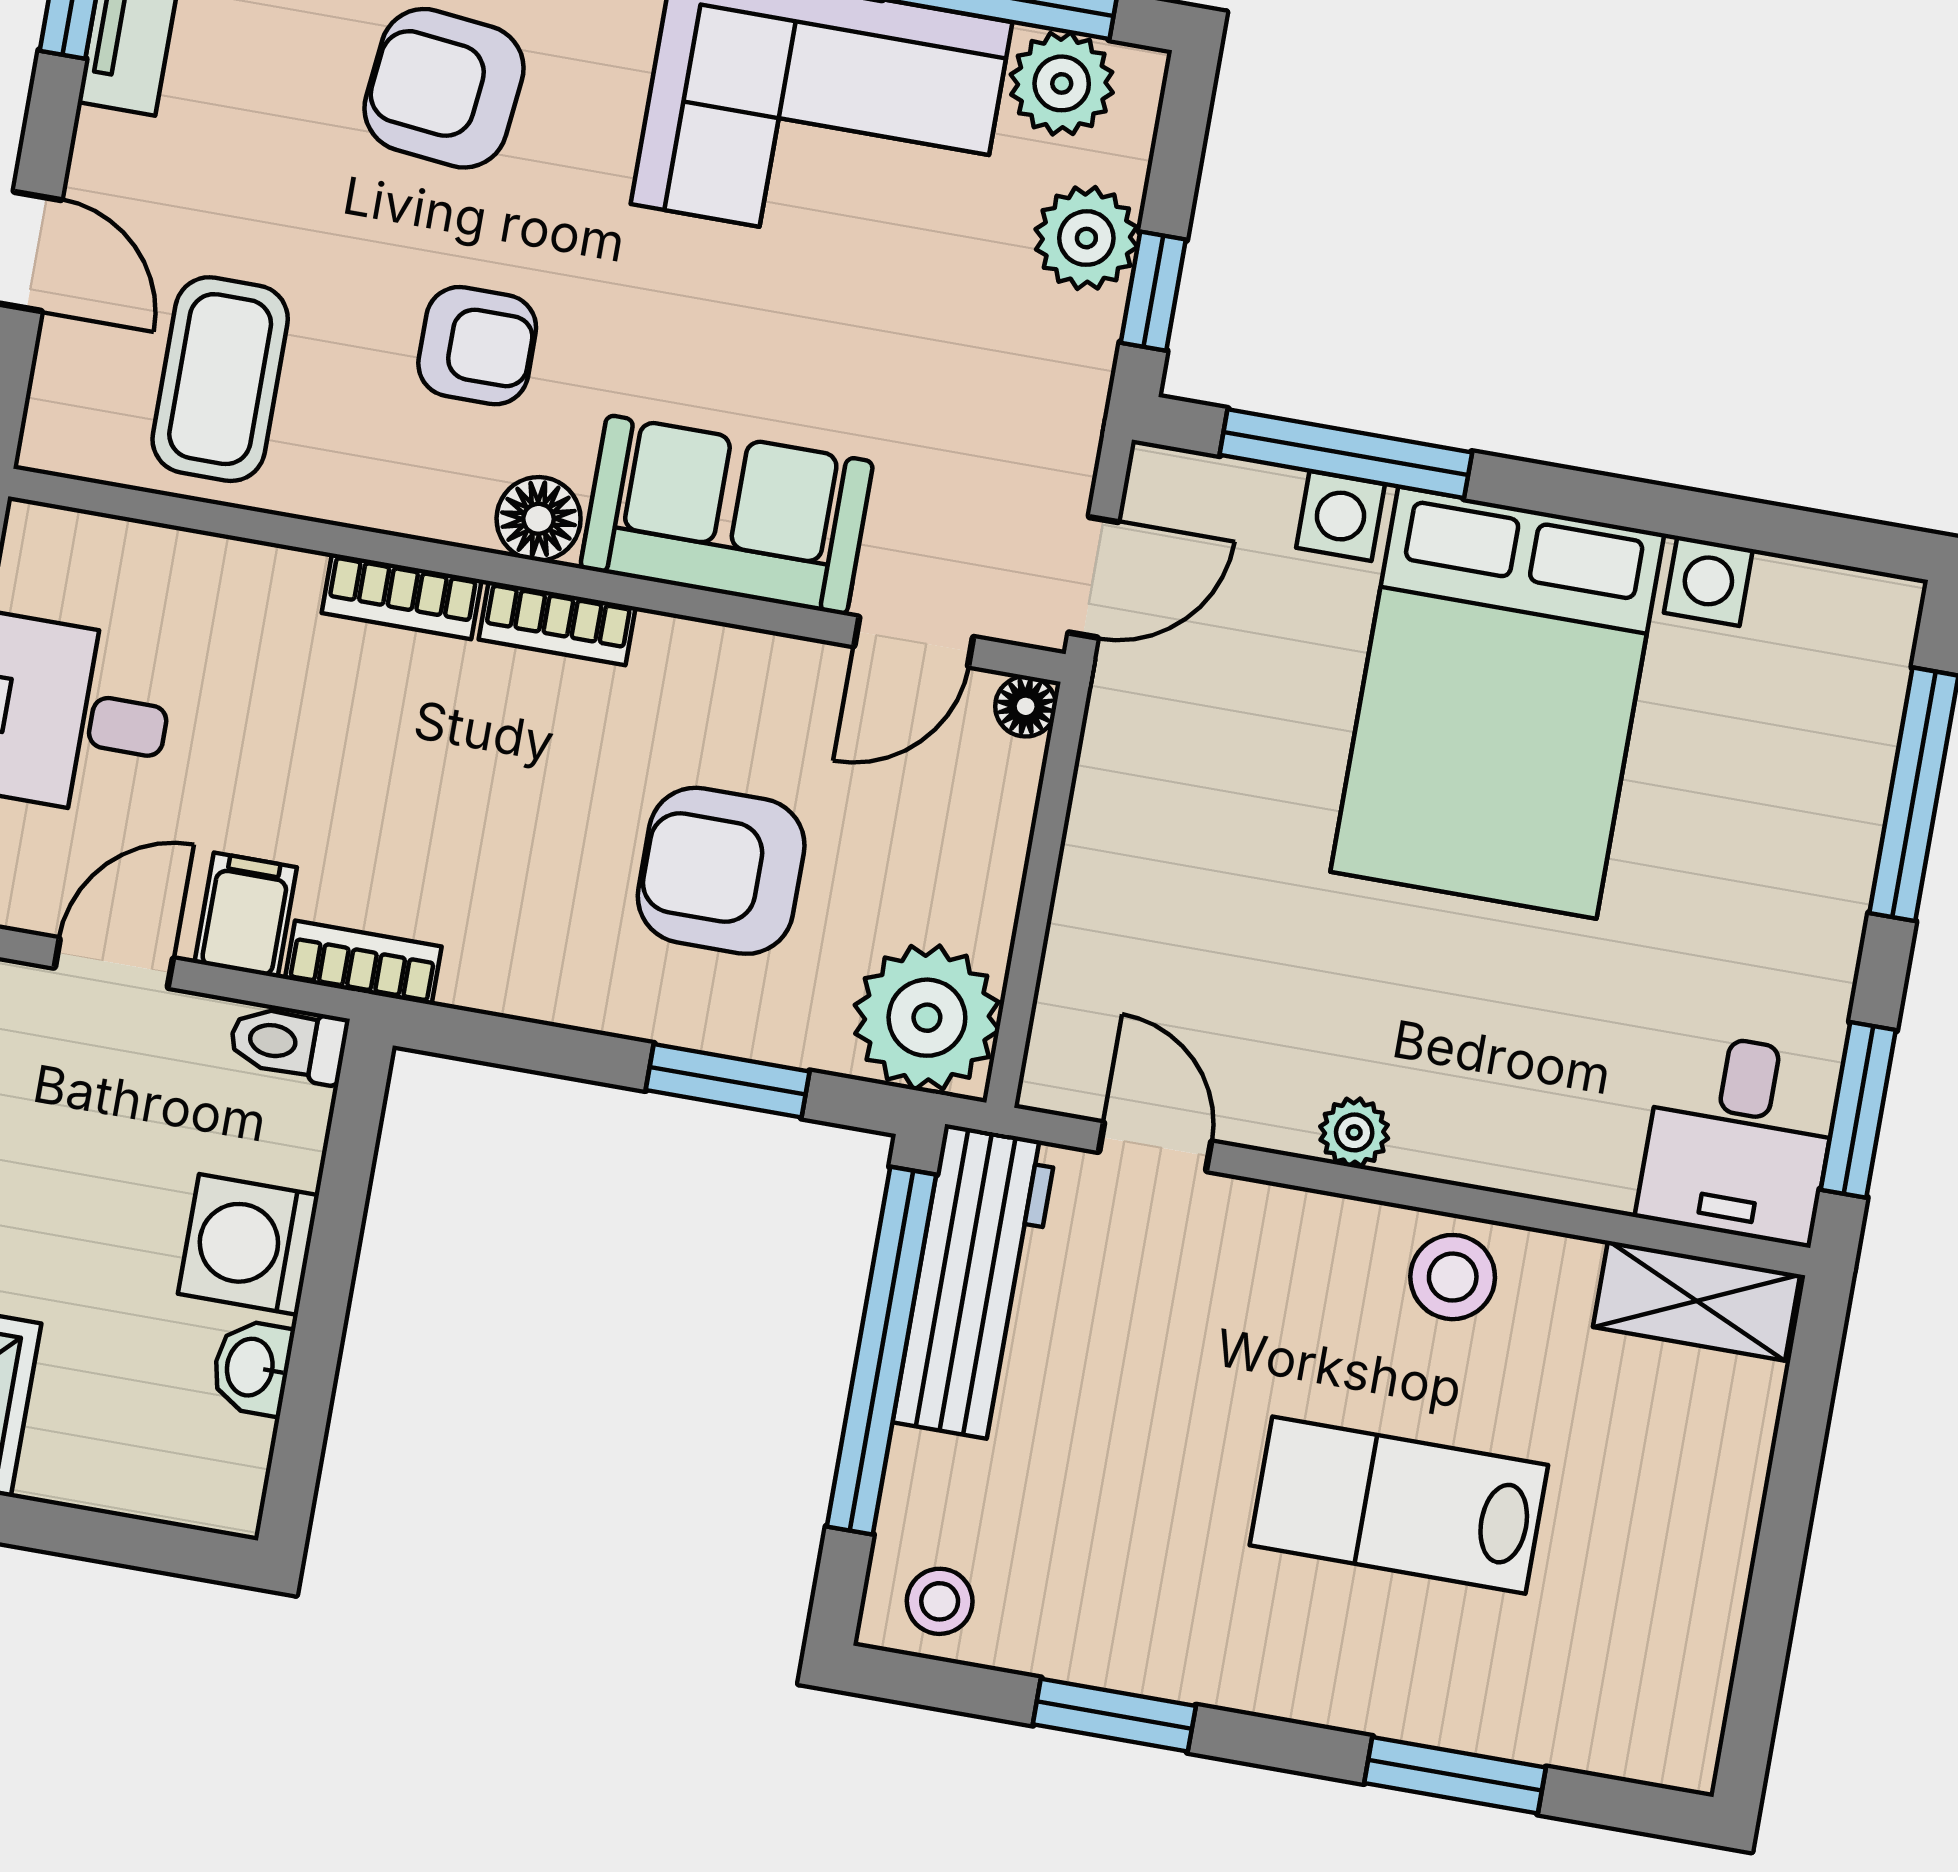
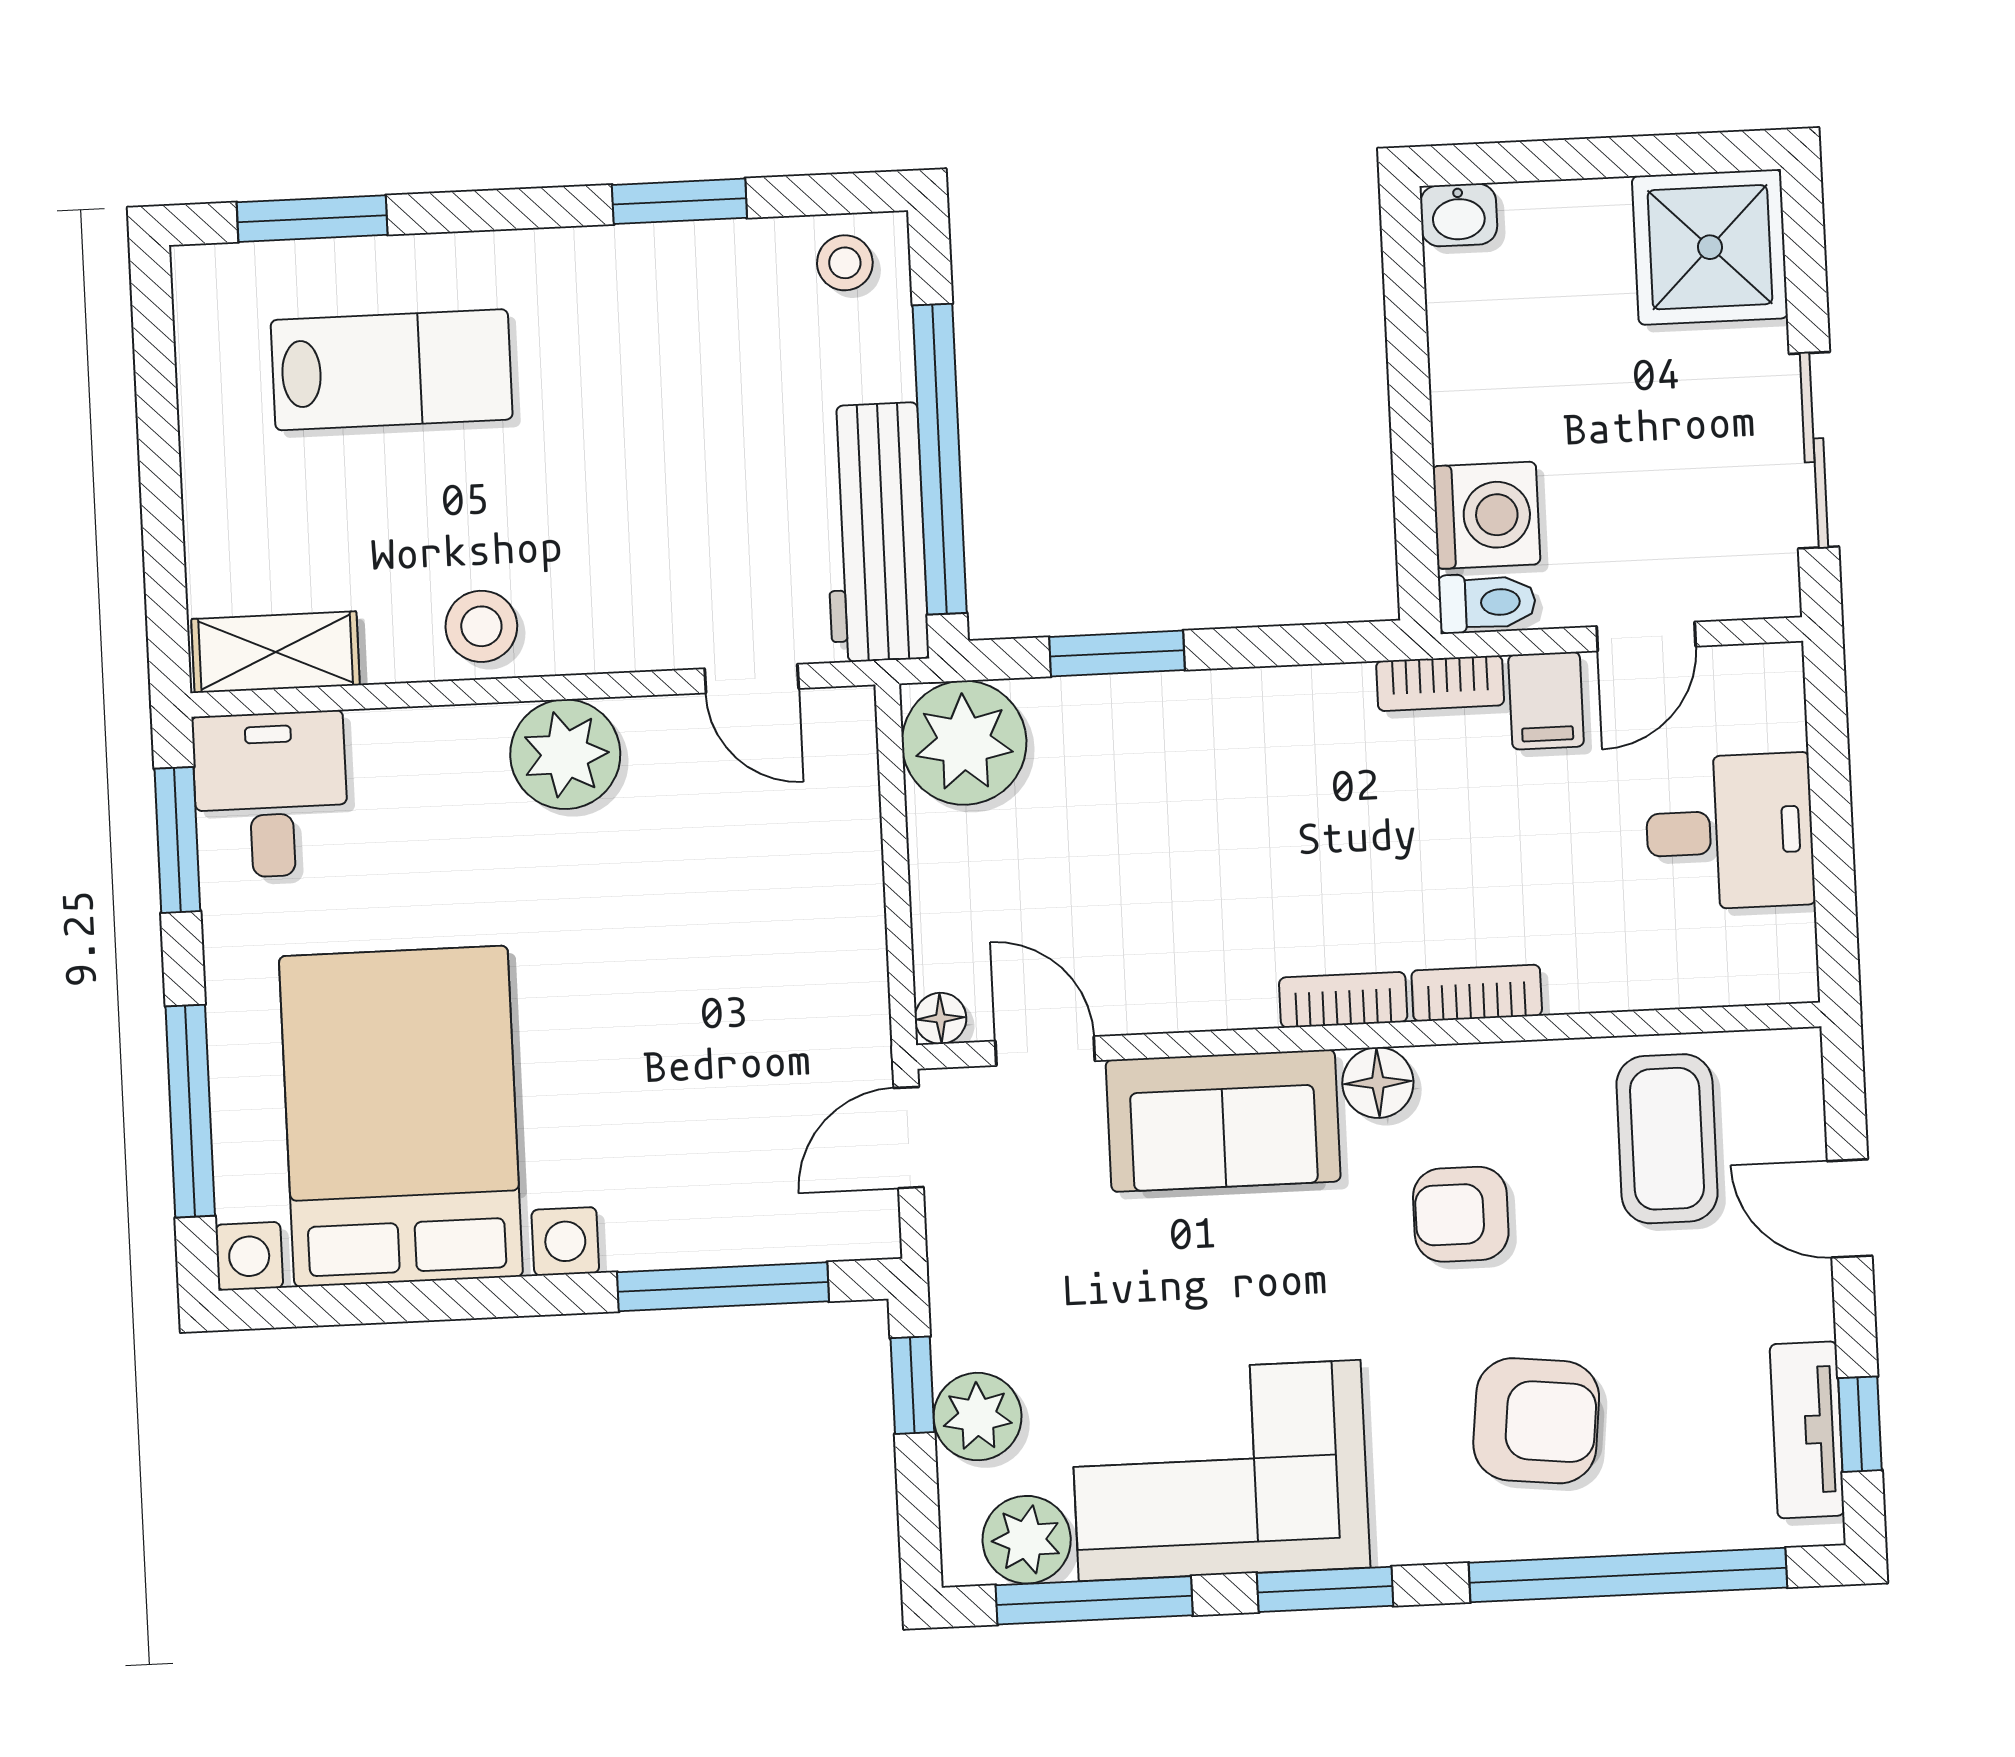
door: (914, 642) -> (1045, 1051), hinge flipped
bed with nightstands: (1497, 703) -> (401, 1116), moved
armchair: (721, 871) -> (1162, 826), removed
plant: (1354, 1132) -> (565, 754), width x1.88, depth x1.88
washing machine: (248, 1244) -> (1487, 515), moved
washbasin: (252, 1367) -> (1459, 215), moved, turned 90
lab bench: (1399, 1505) -> (392, 370), moved
window: (1455, 1775) -> (312, 219), moved

